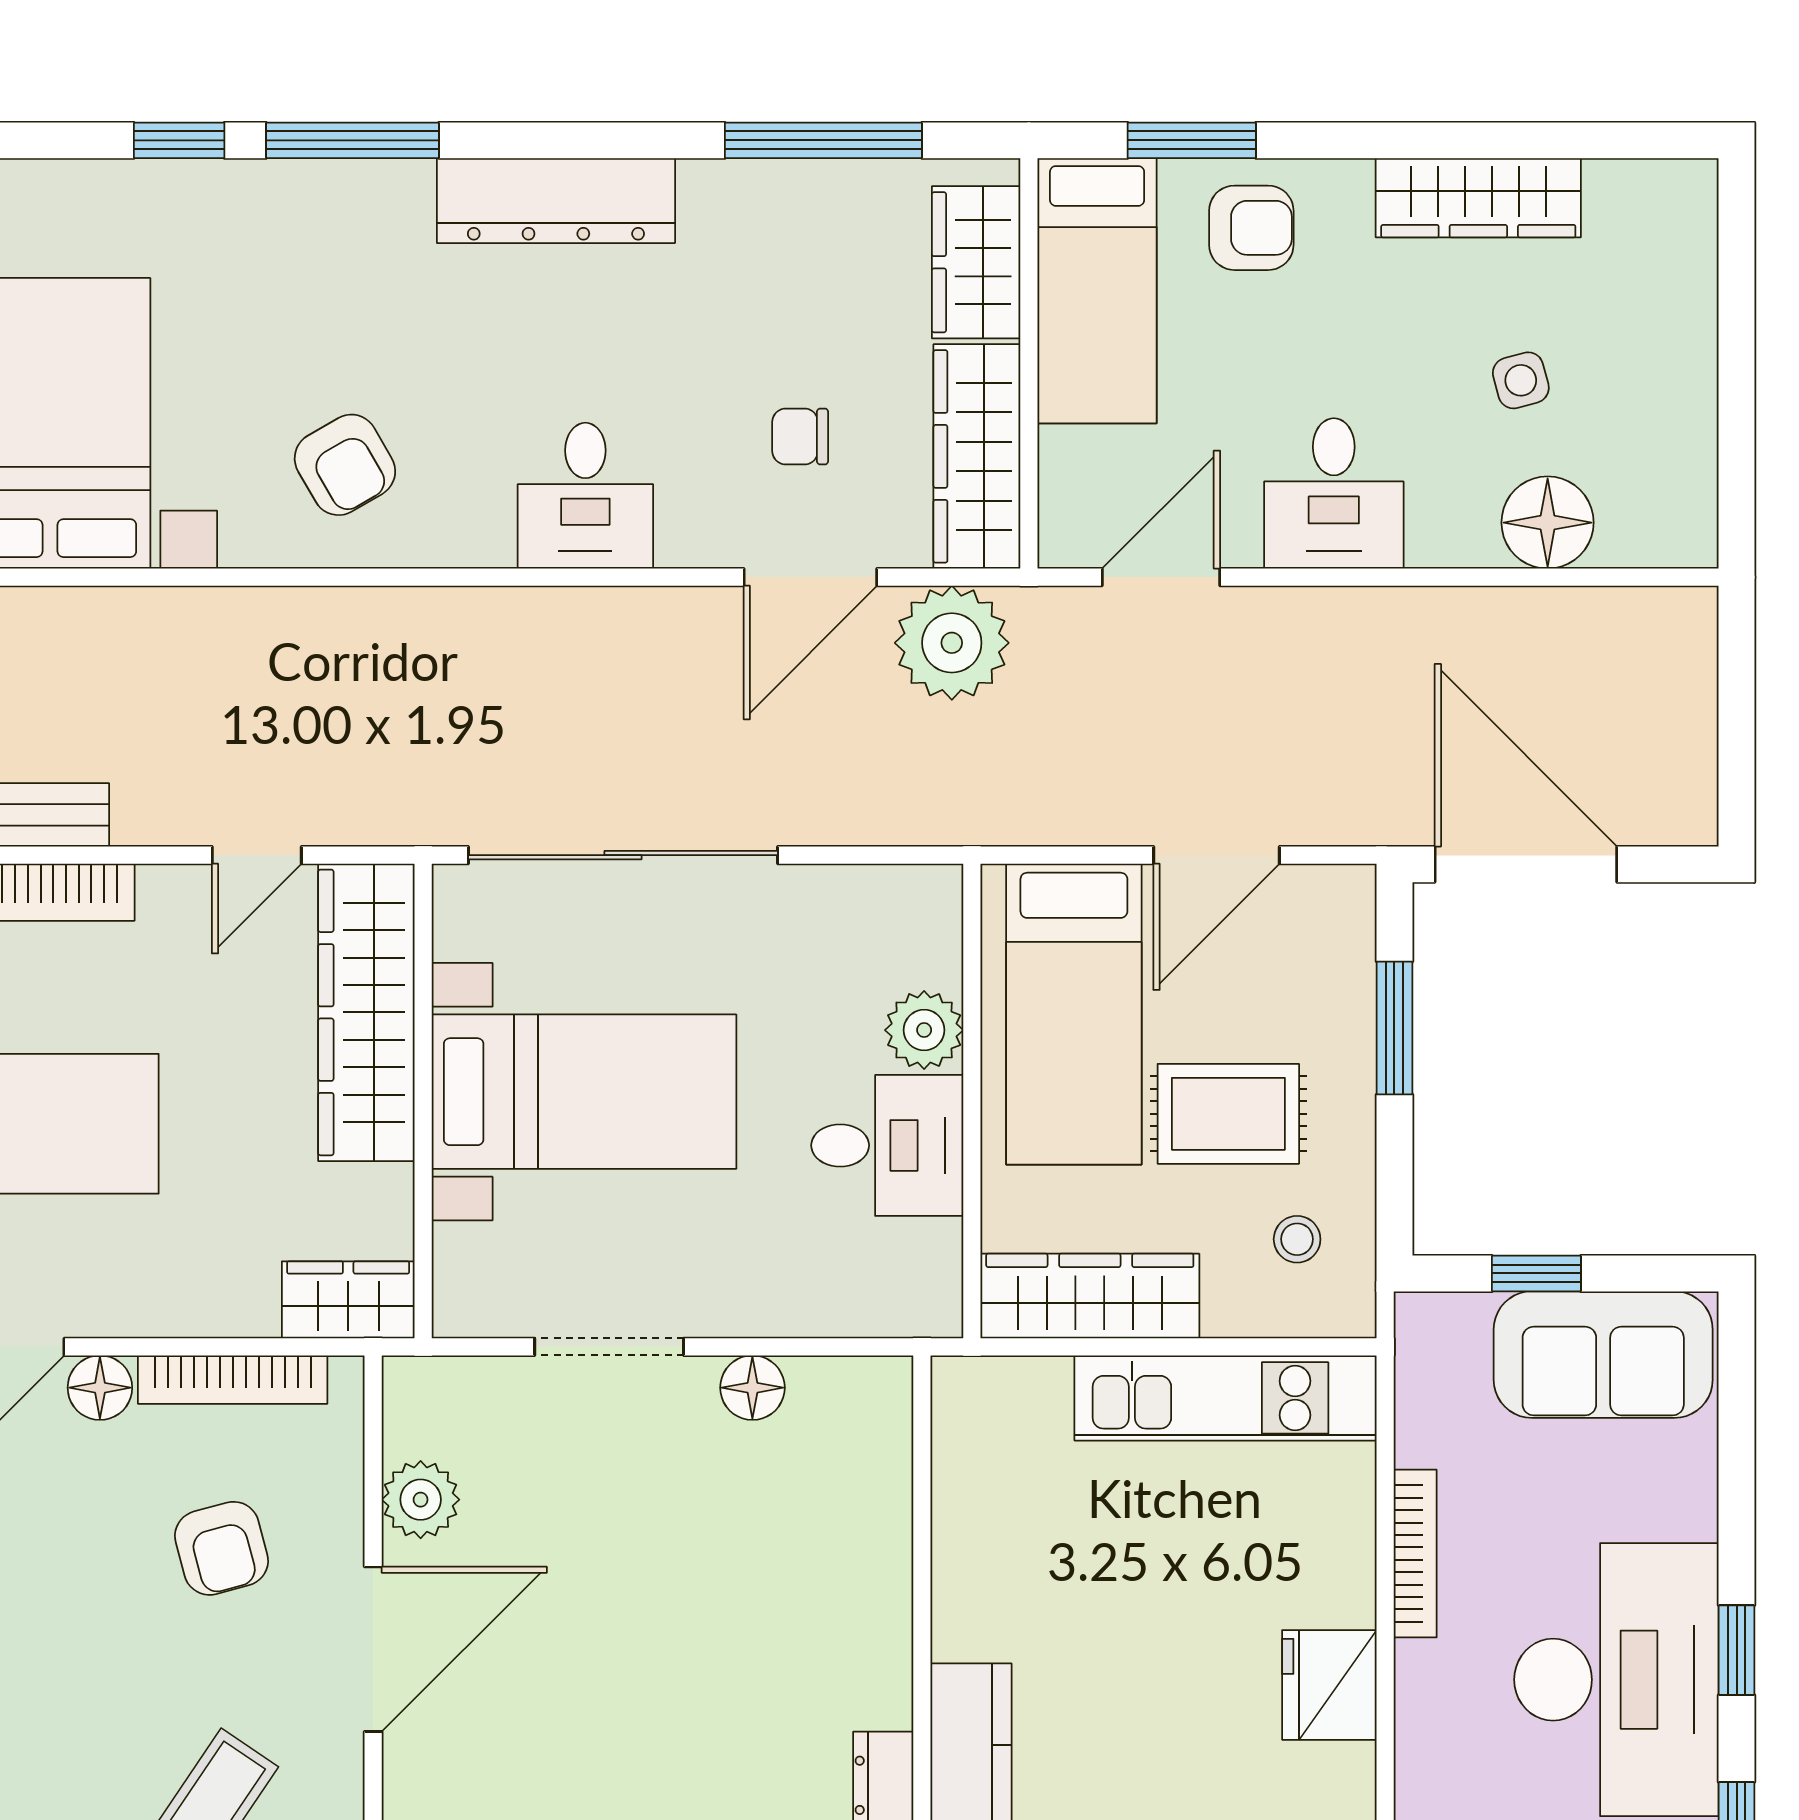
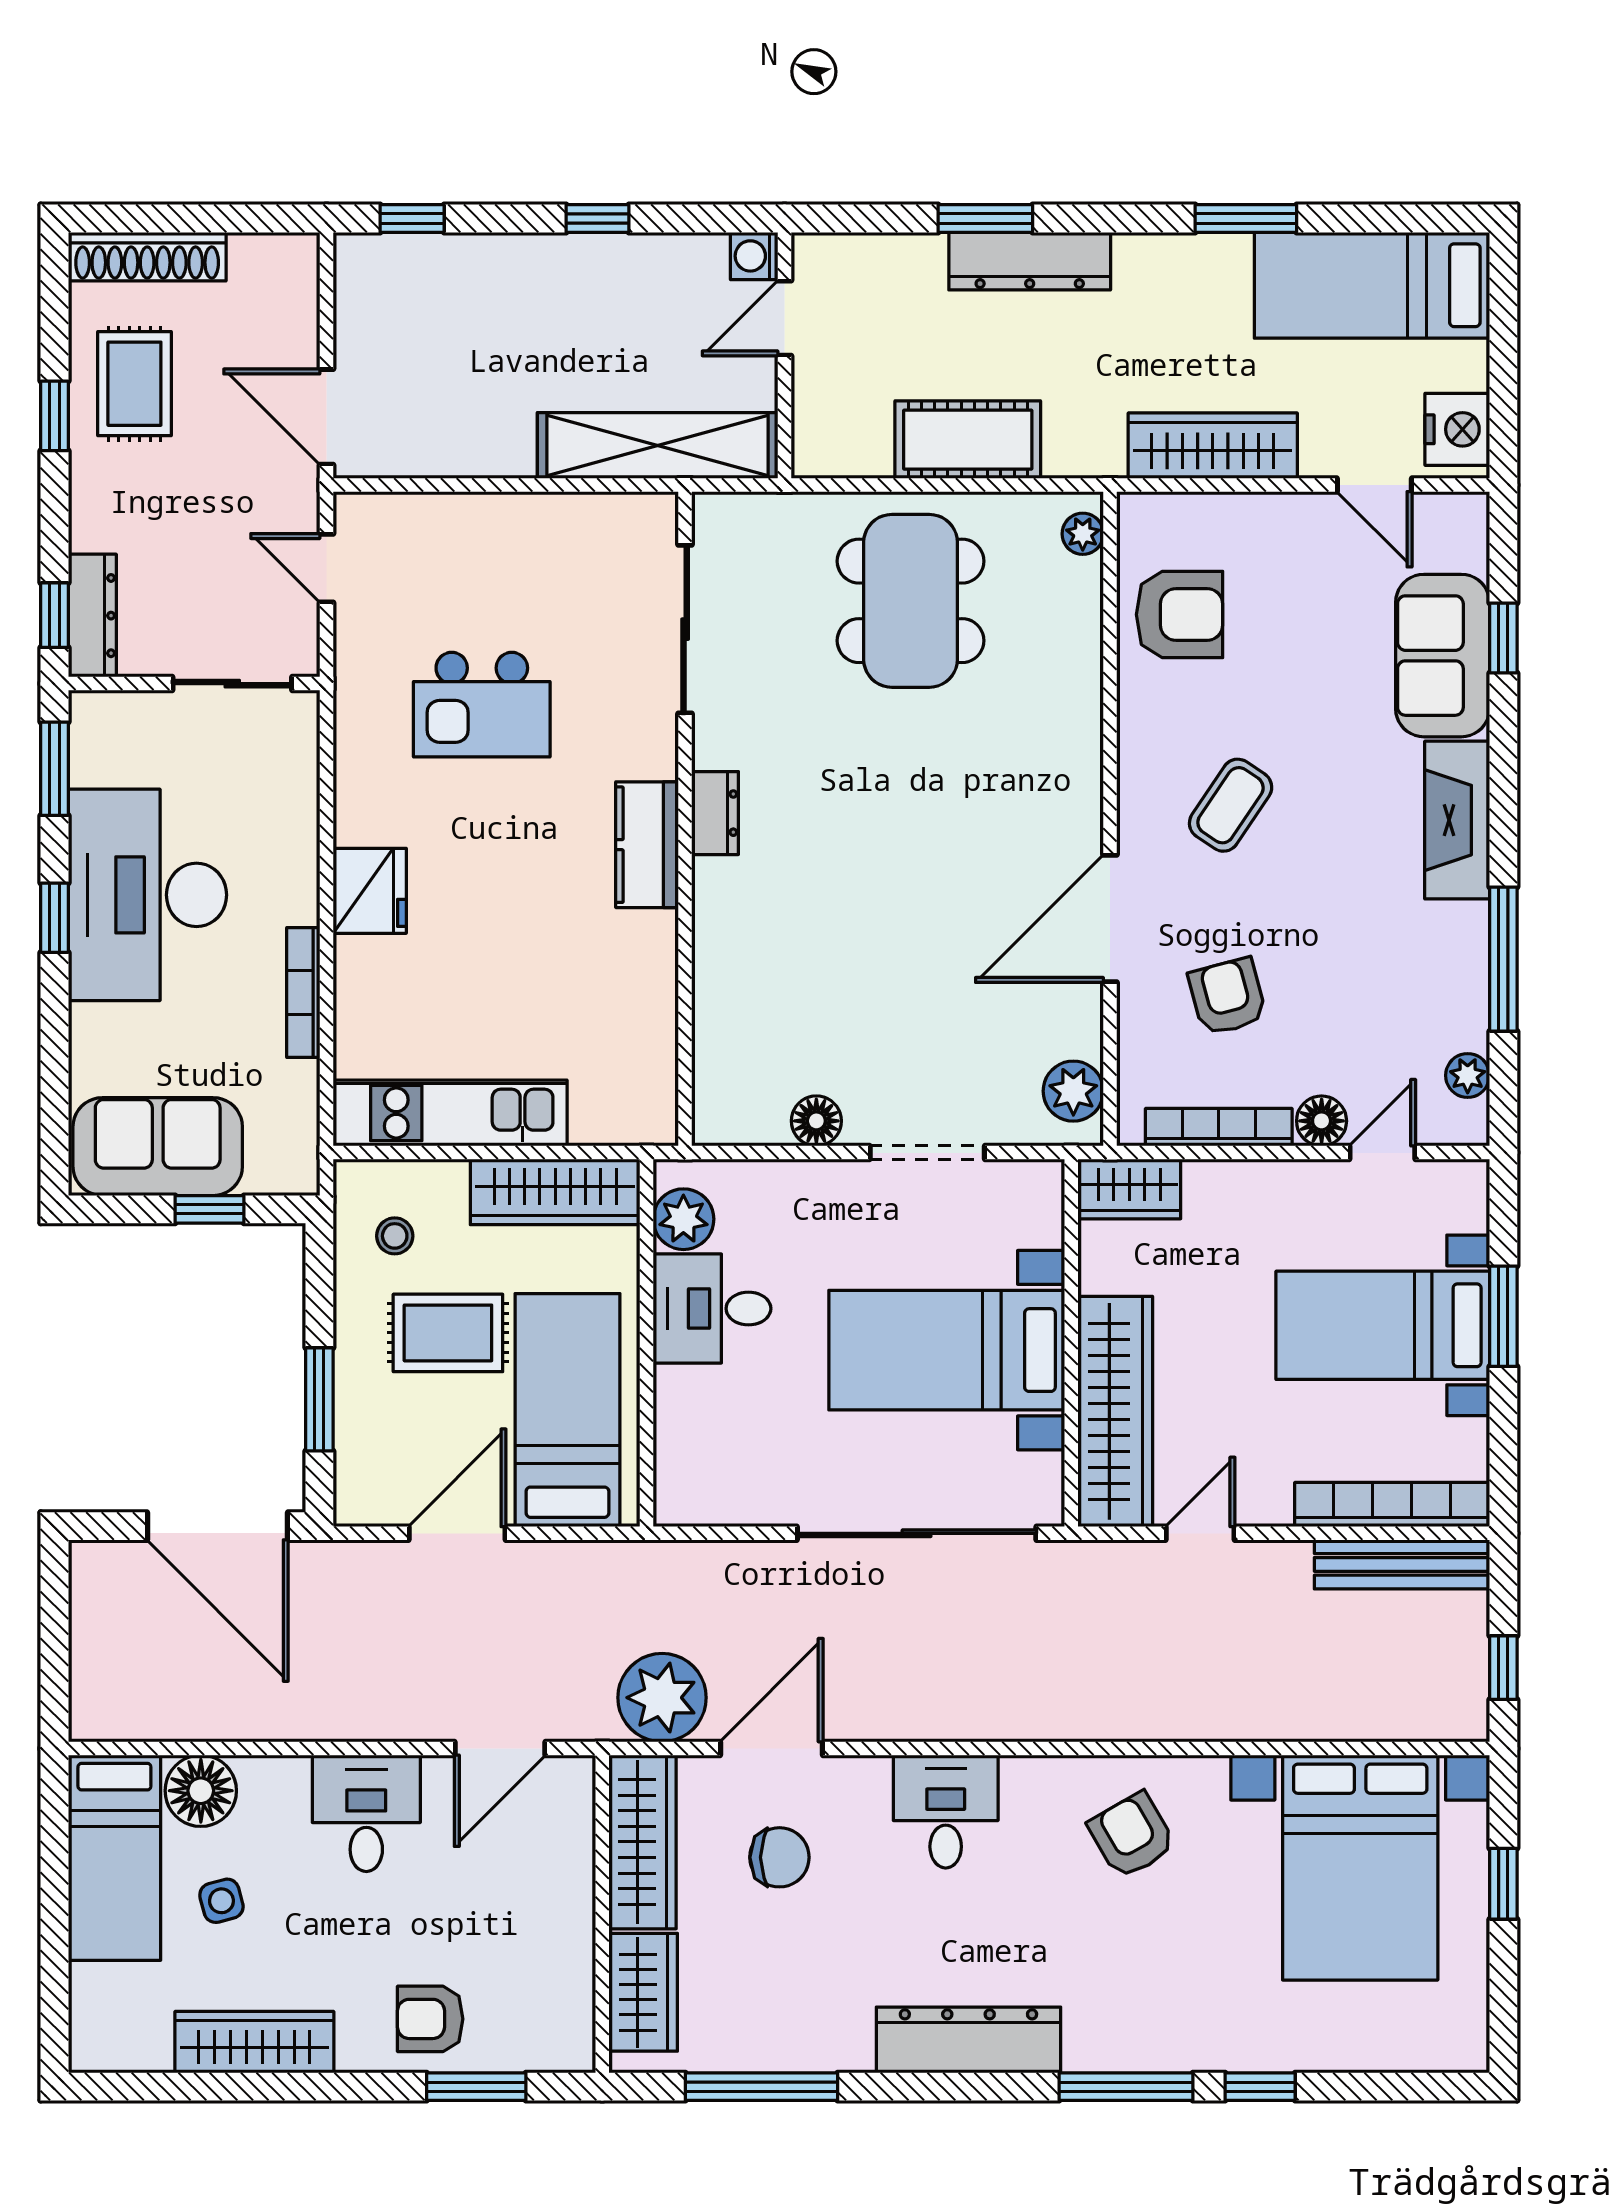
bed: (1097, 291) -> (114, 1858), moved, turned 180
chair: (800, 436) -> (779, 1857), width x1.37, depth x1.37
plant: (924, 1030) -> (683, 1219), moved
plant: (421, 1500) -> (1073, 1091), moved

